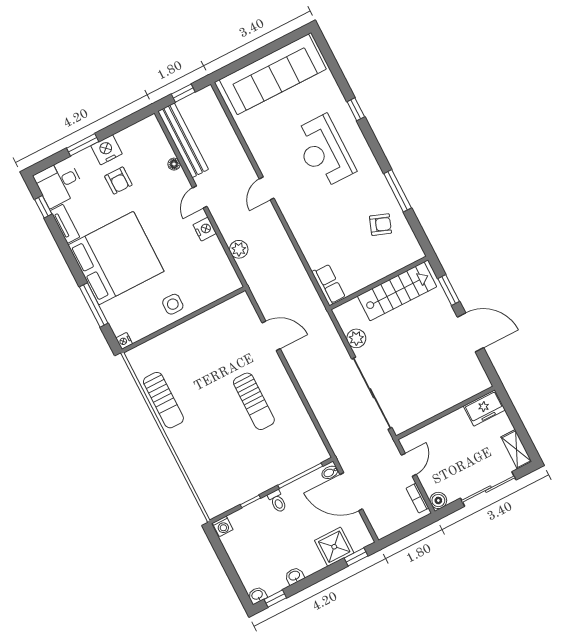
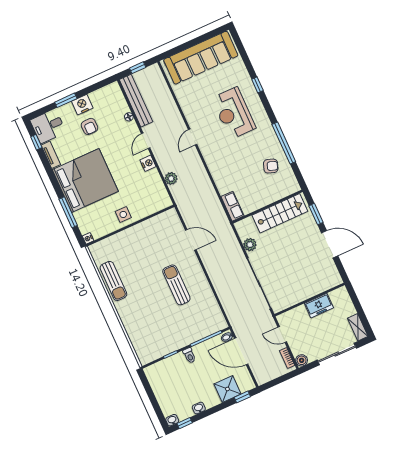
window: (398, 191) -> (284, 143), width x1.46
sun lounger: (254, 401) -> (176, 285), turned 180
freezer: (484, 408) -> (319, 306), moved
door: (409, 465) -> (282, 334), swing flipped
washing machine: (223, 526) -> (150, 371), removed

